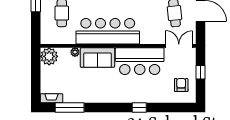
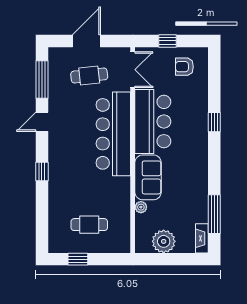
bar counter: (108, 31) -> (113, 134), moved
double door: (179, 46) -> (133, 70), swing flipped
plant: (49, 56) -> (164, 241), moved

